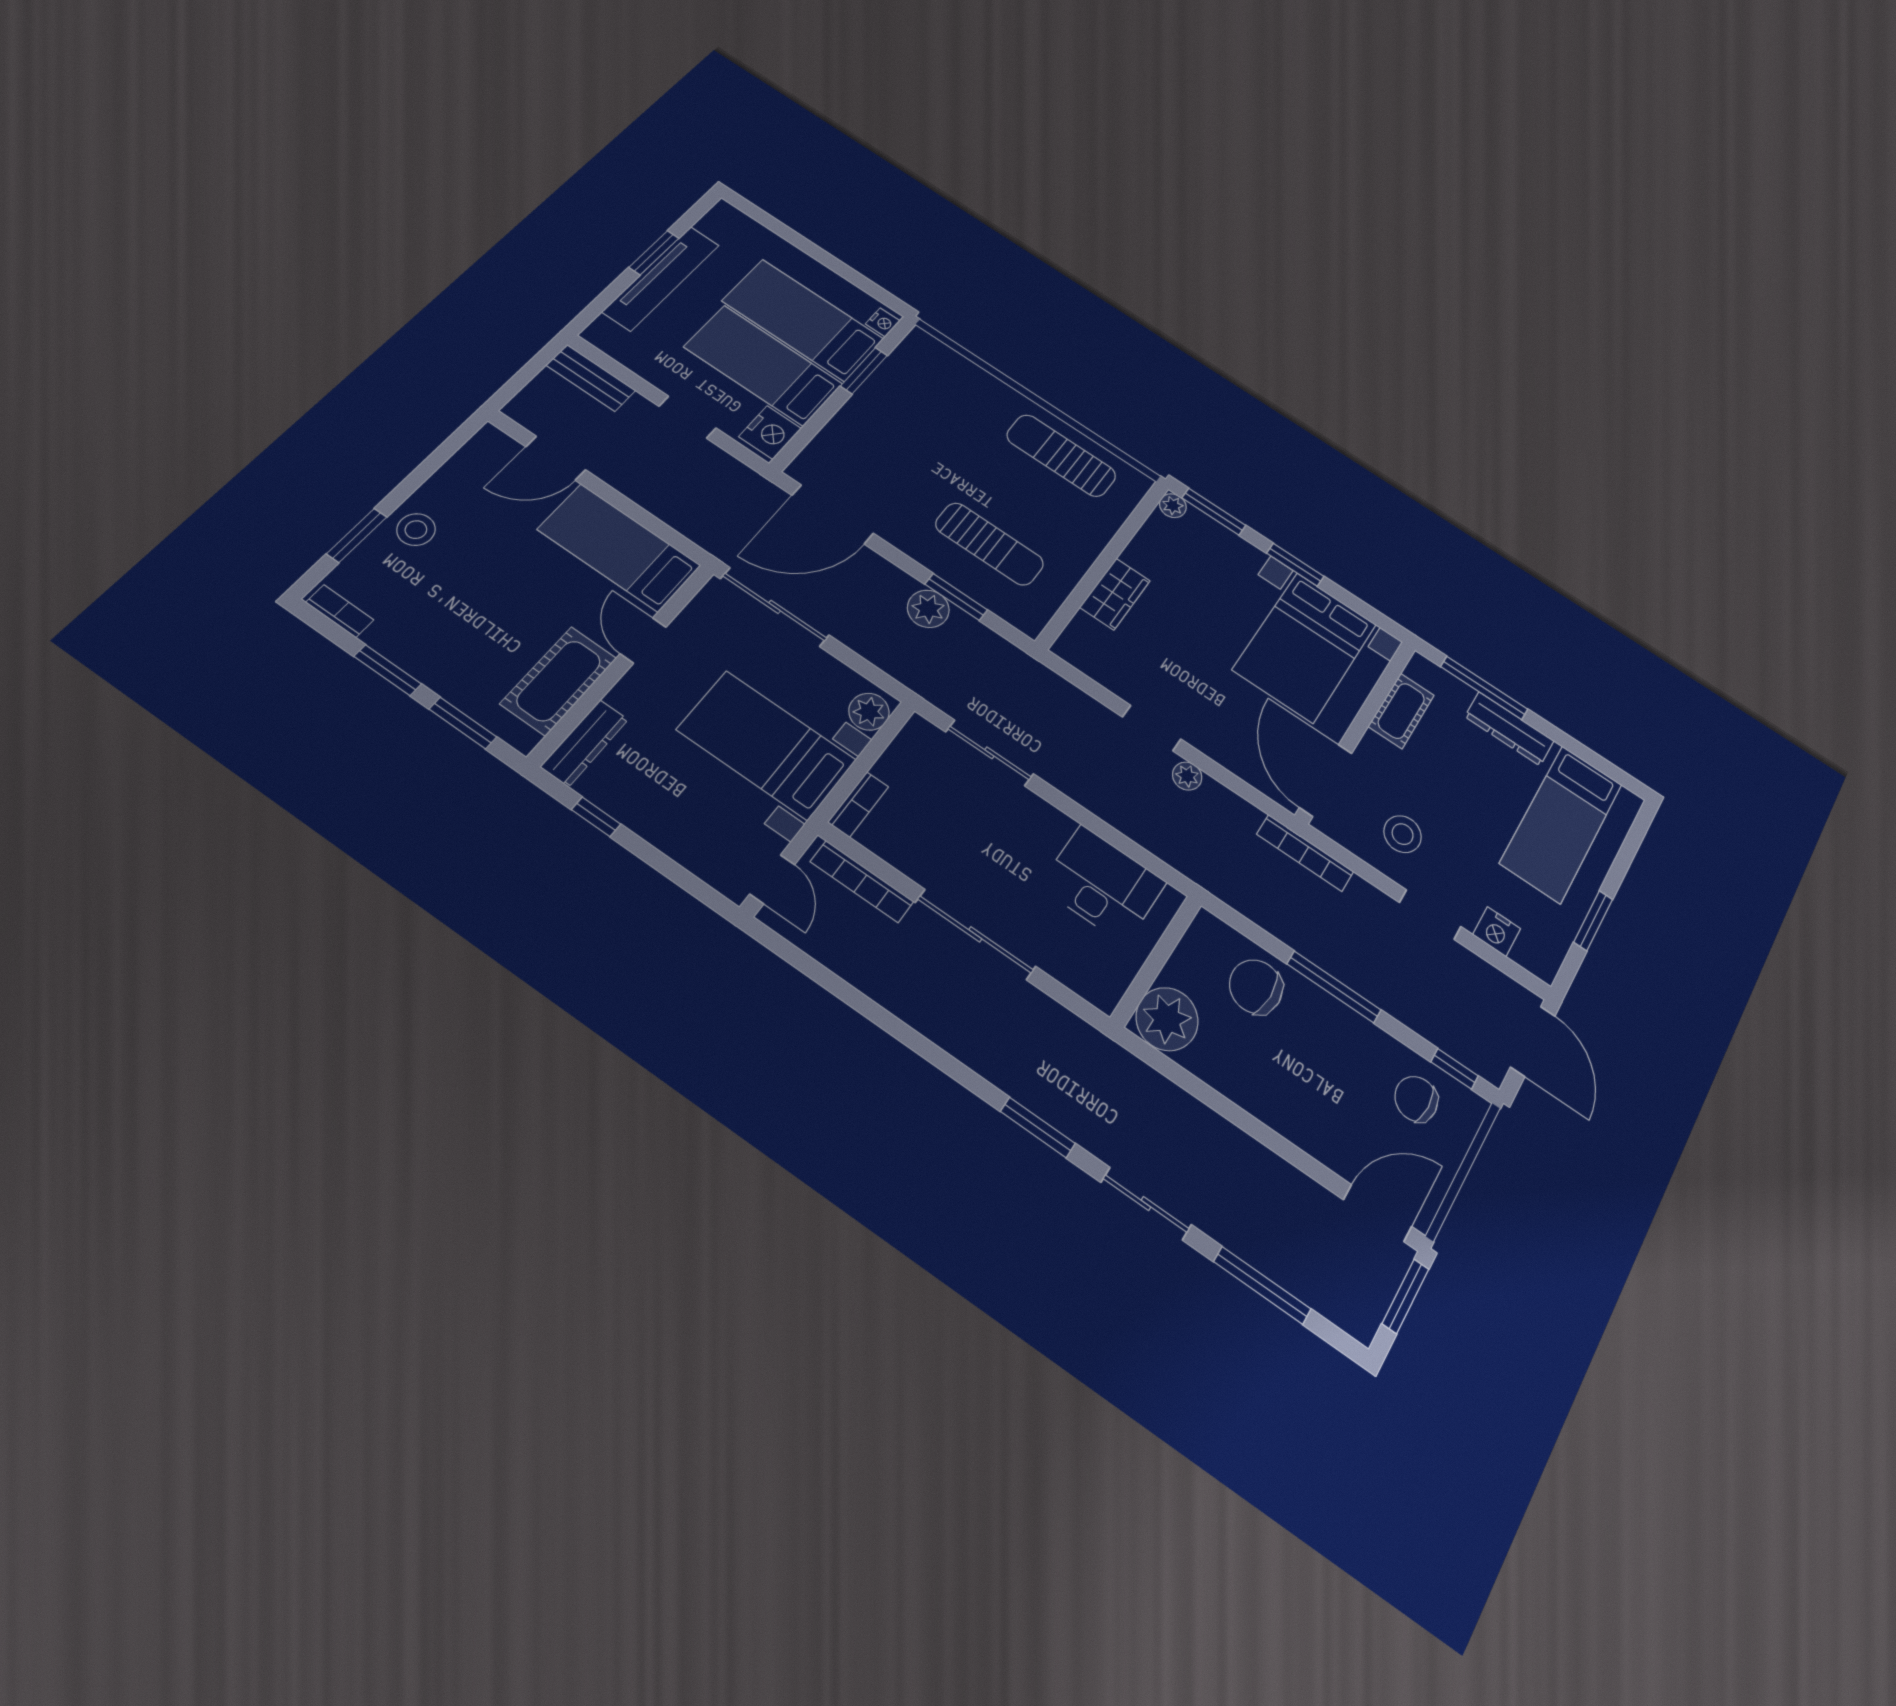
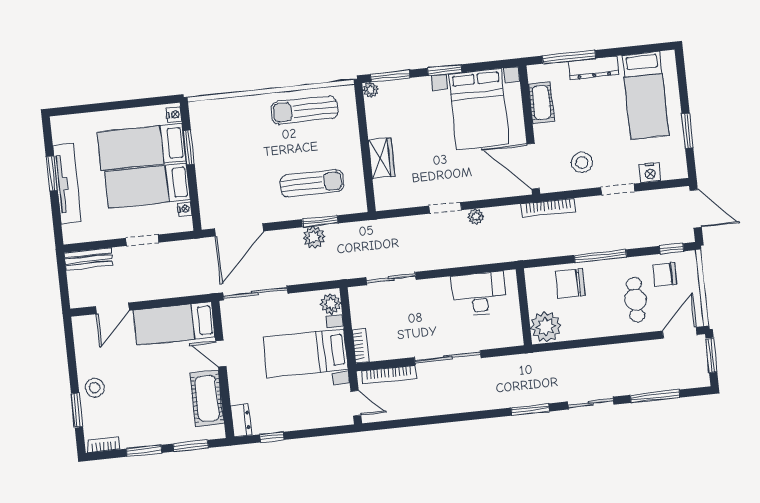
nightstand: (770, 433) -> (185, 209), width x0.53, depth x0.56
dresser: (584, 743) -> (241, 420), width x0.70
cafe table: (1342, 1099) -> (636, 300), added

